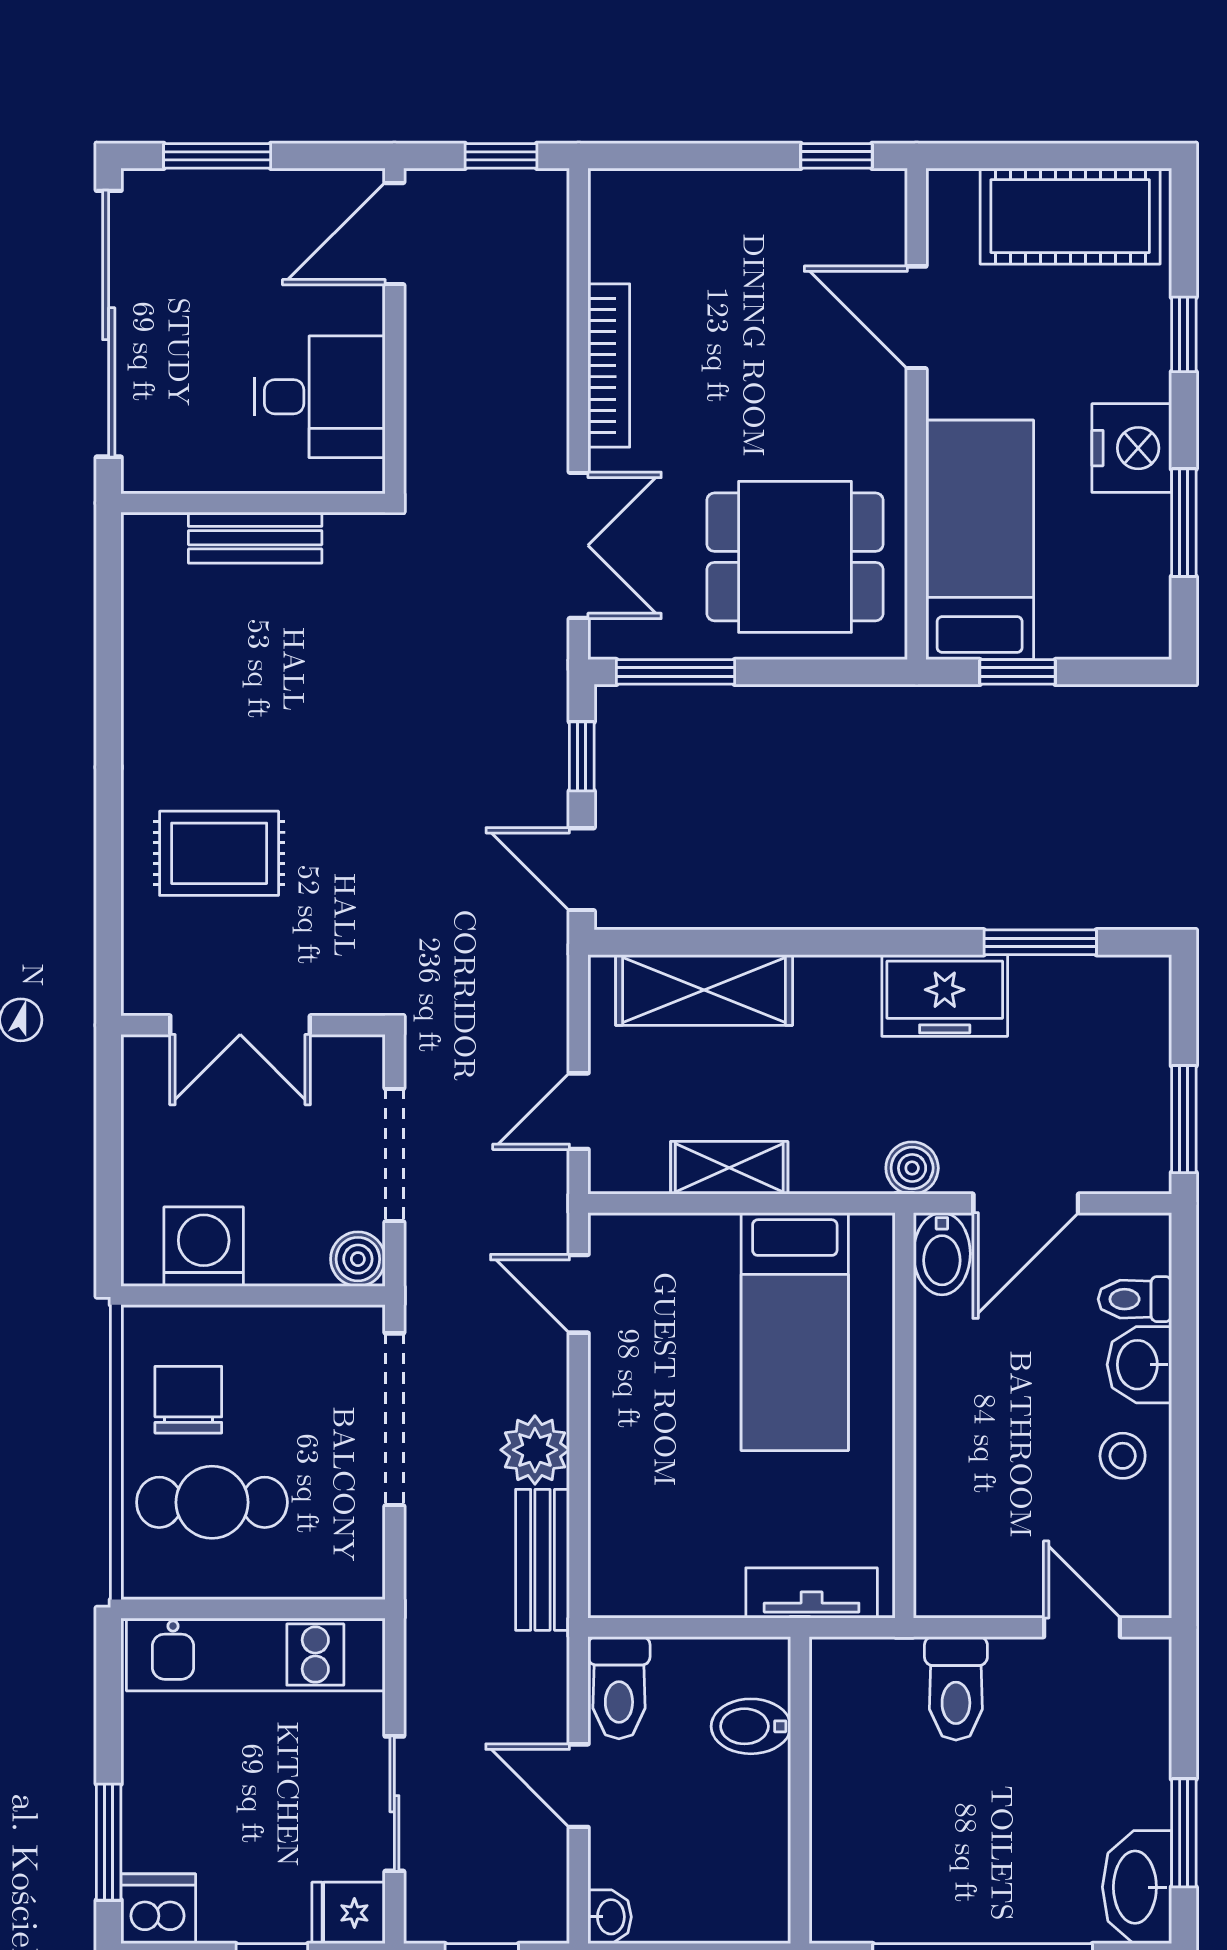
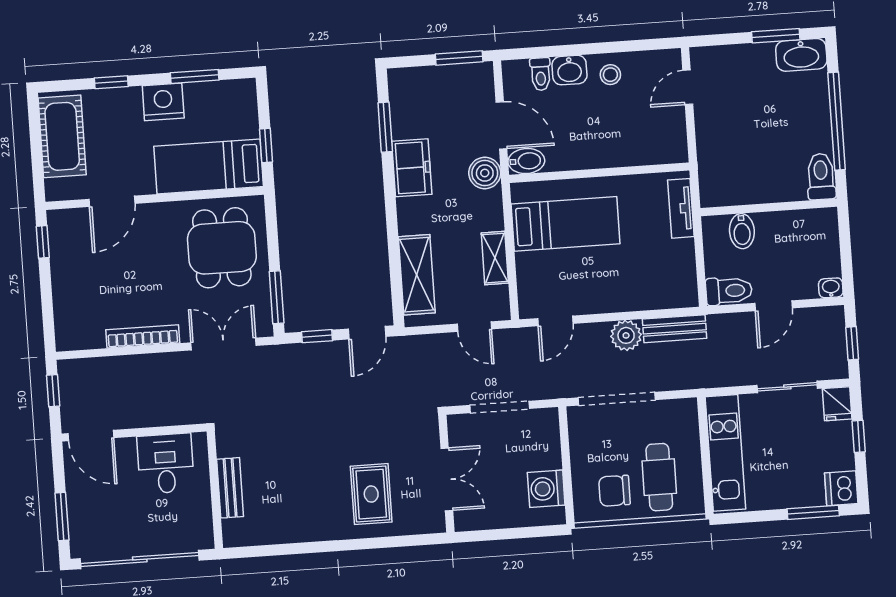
boiler: (912, 1168) -> (485, 173), width x1.36, depth x1.36
boiler: (358, 1259) -> (547, 420), removed
toilet: (956, 1688) -> (821, 177), moved, turned -90

